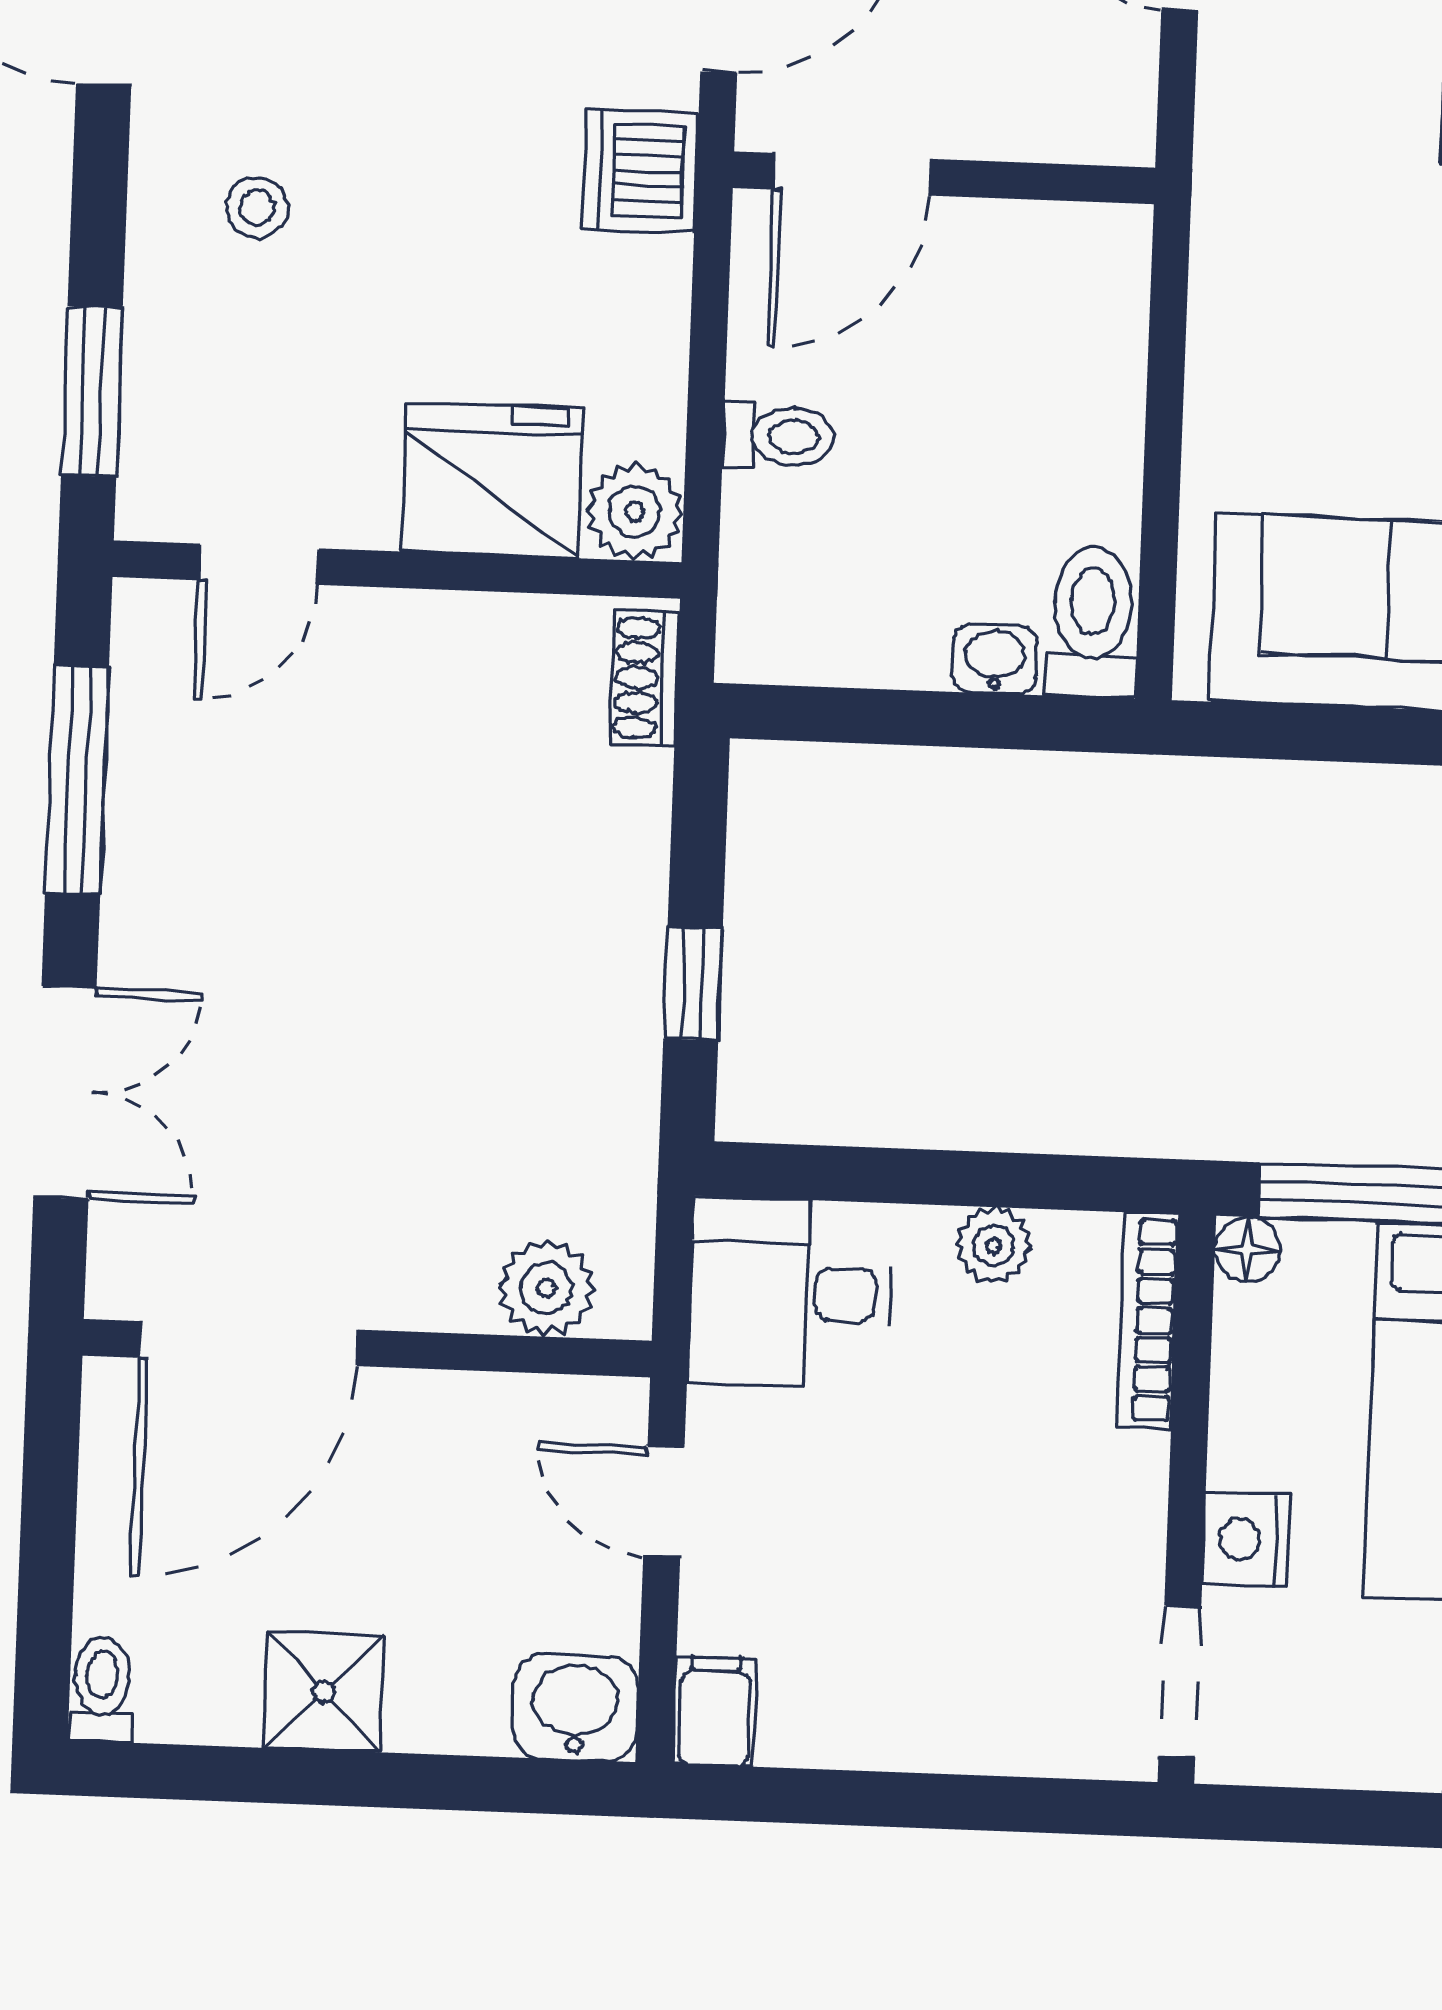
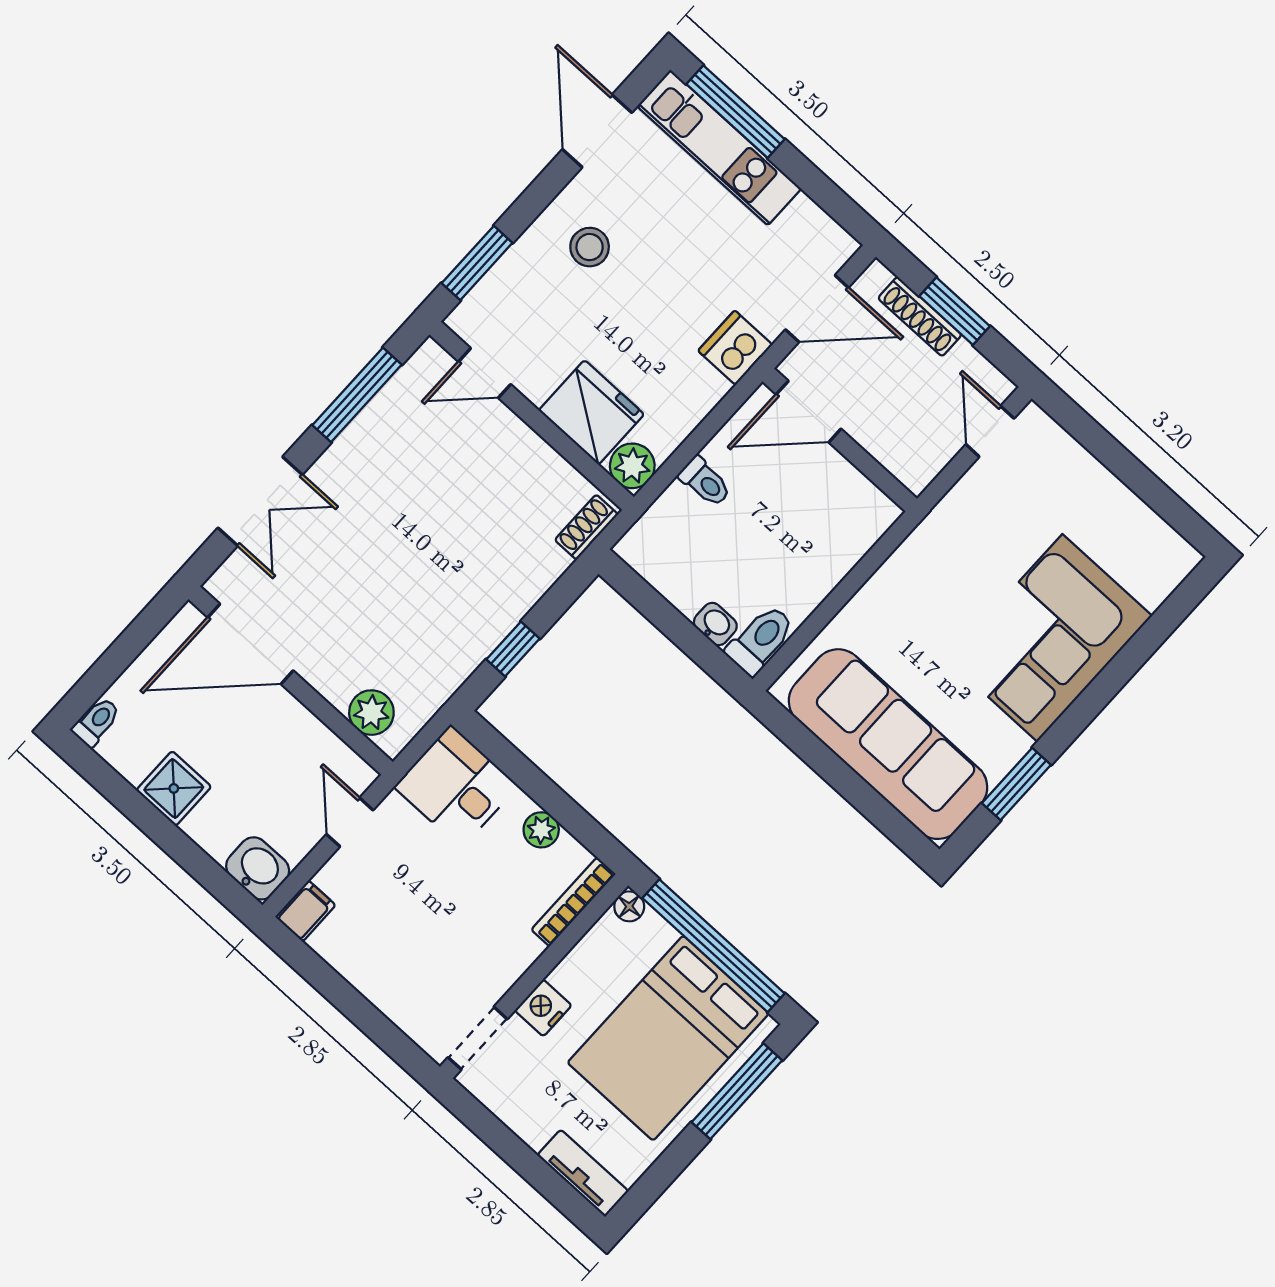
stool: (257, 207) -> (590, 247), width x1.37, depth x1.37

